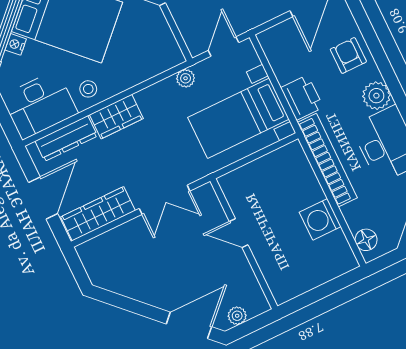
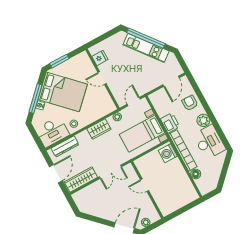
wardrobe: (116, 117) -> (99, 129), moved
washing machine: (320, 219) -> (168, 153), moved
floor lamp: (366, 240) -> (196, 174), moved

